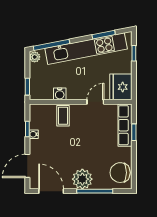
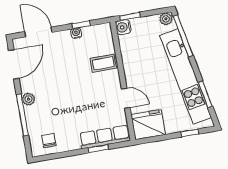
water cooler: (60, 94) -> (123, 27), moved
chair: (120, 173) -> (49, 141), width x0.54, depth x0.54
plant: (82, 179) -> (28, 99), width x0.53, depth x0.53

